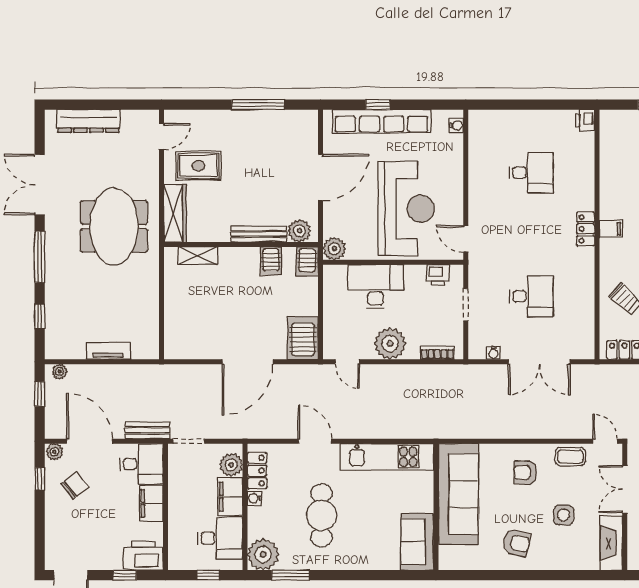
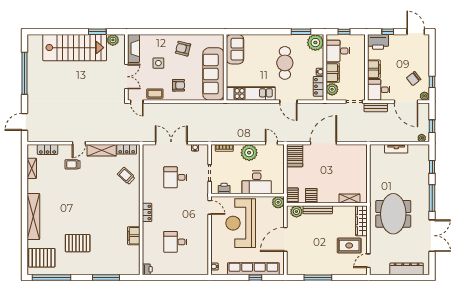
filing cabinet: (611, 229) -> (134, 236), moved, width x2.00

